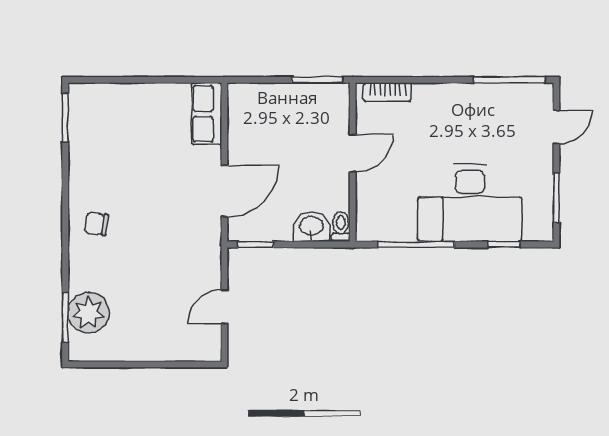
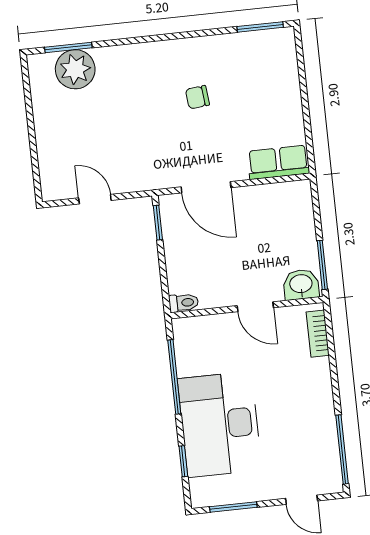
chair: (97, 224) -> (197, 97), moved, turned -103
washbasin: (312, 227) -> (301, 284), moved, turned -90

